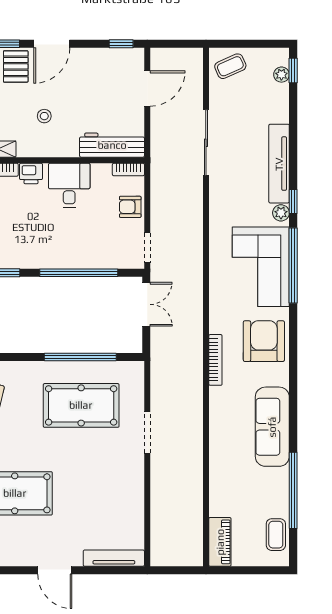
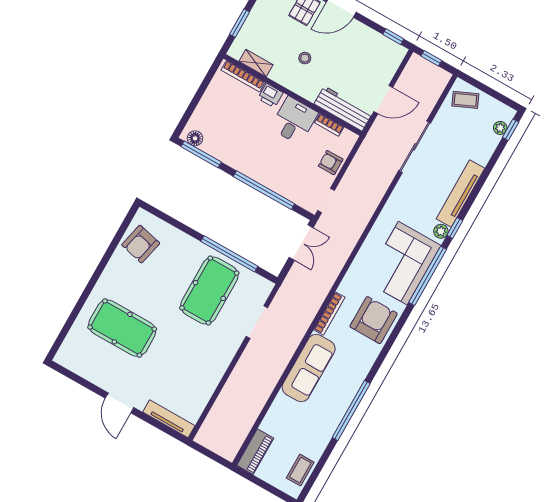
window: (172, 44) -> (431, 58), added
door: (147, 89) -> (383, 100), moved
bookcase: (128, 170) -> (329, 125), moved
pool table: (81, 405) -> (209, 291), turned 90
sofa: (272, 427) -> (309, 368), moved, turned 180
doorway: (147, 432) -> (257, 322), moved
window: (293, 490) -> (351, 410), moved

